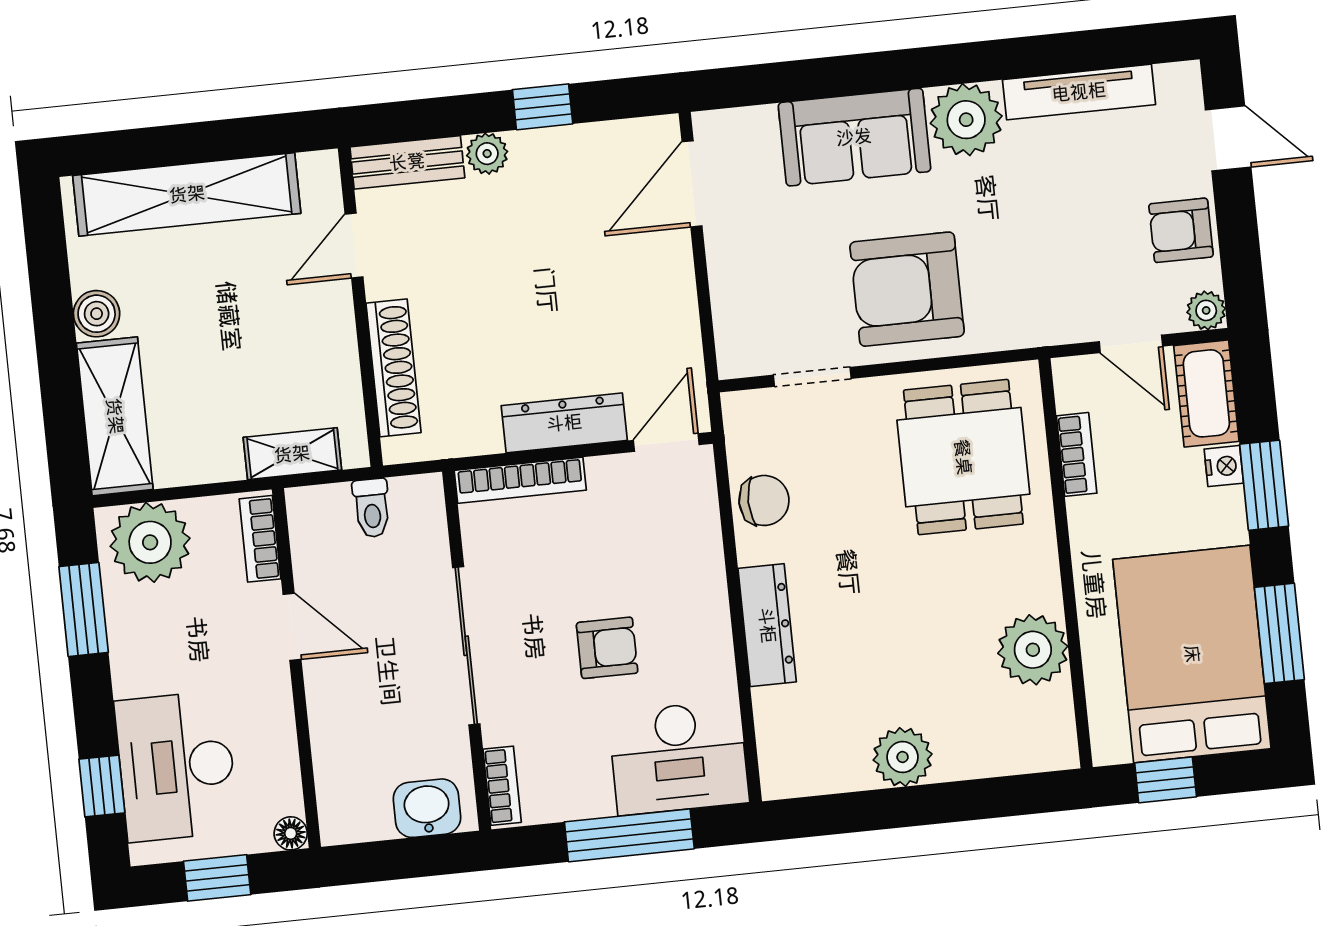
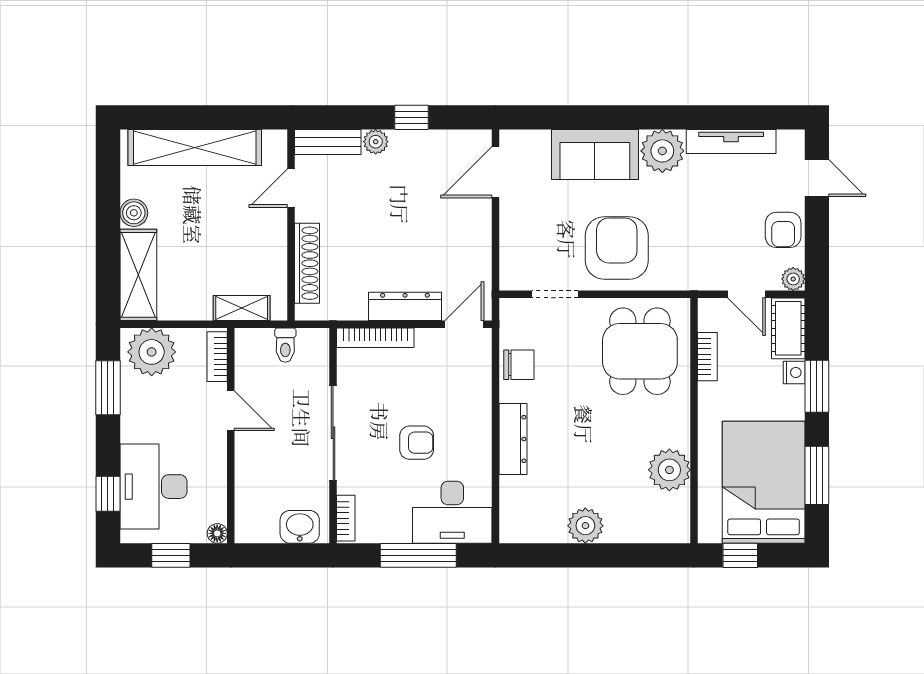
armchair: (1181, 230) -> (783, 230), turned -90
armchair: (907, 289) -> (617, 248), turned 90

